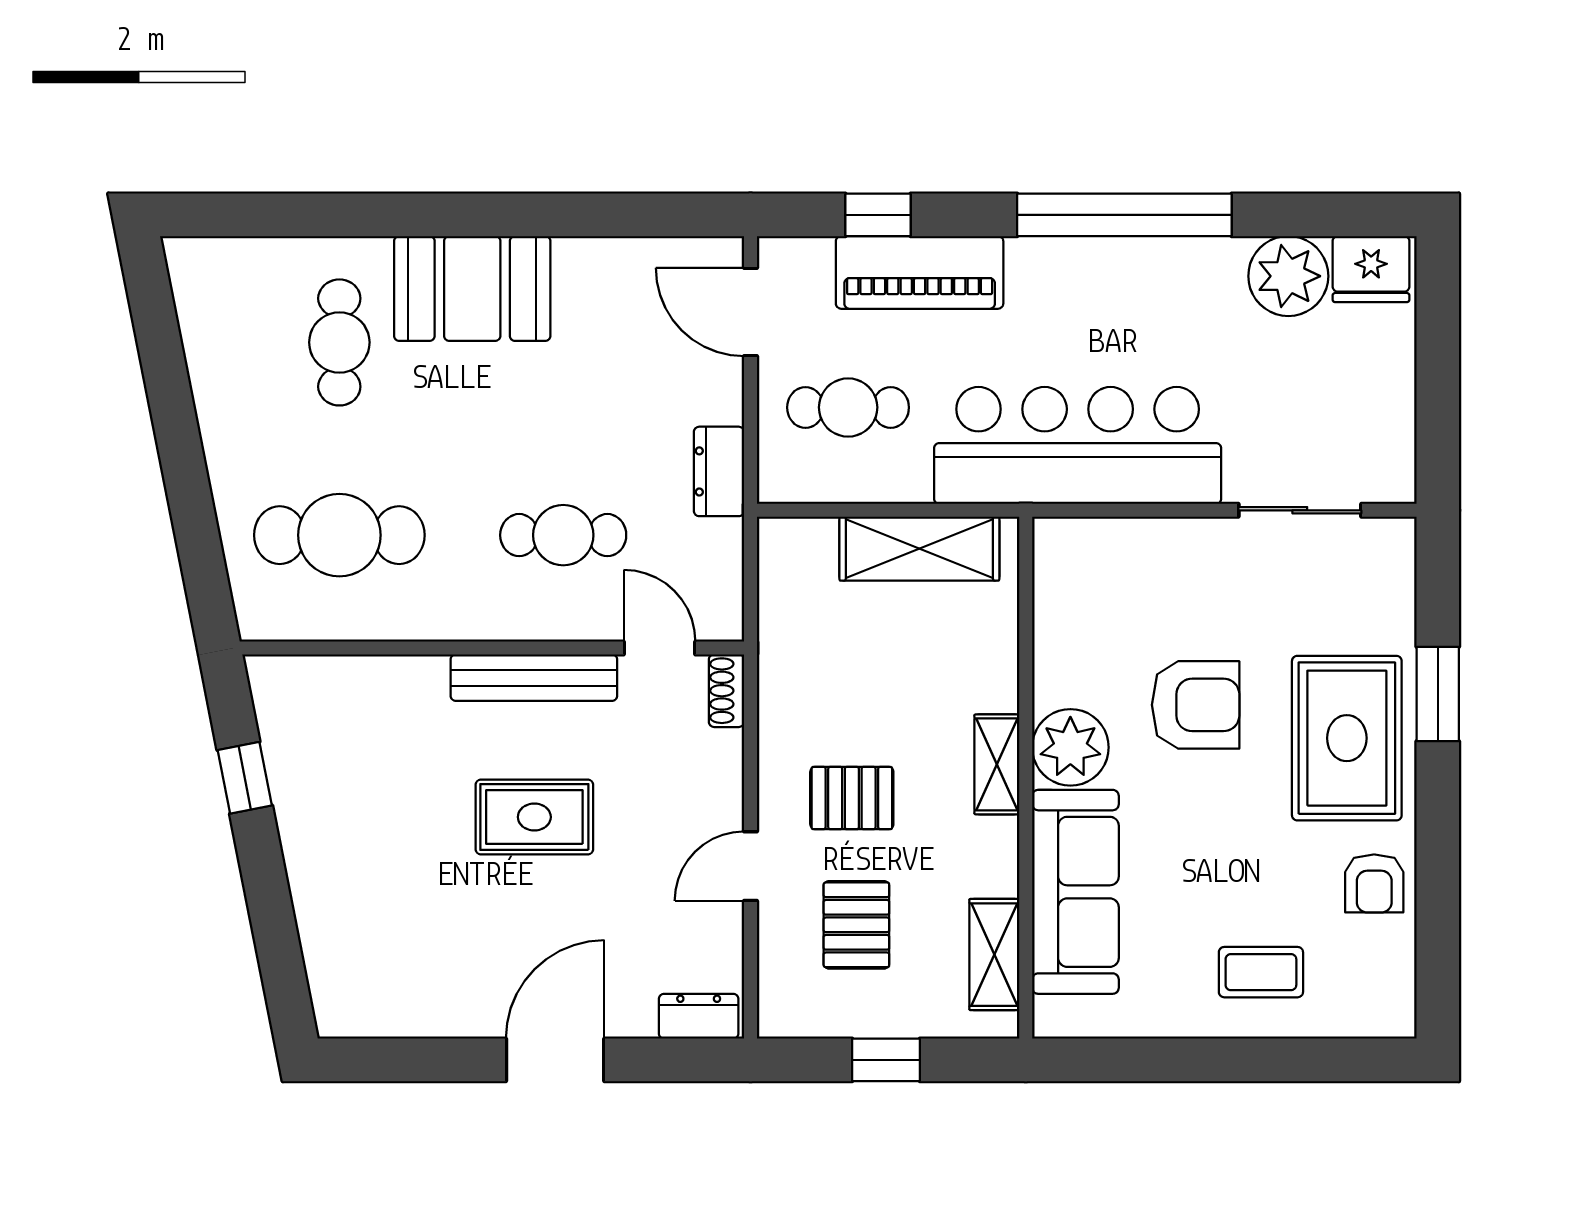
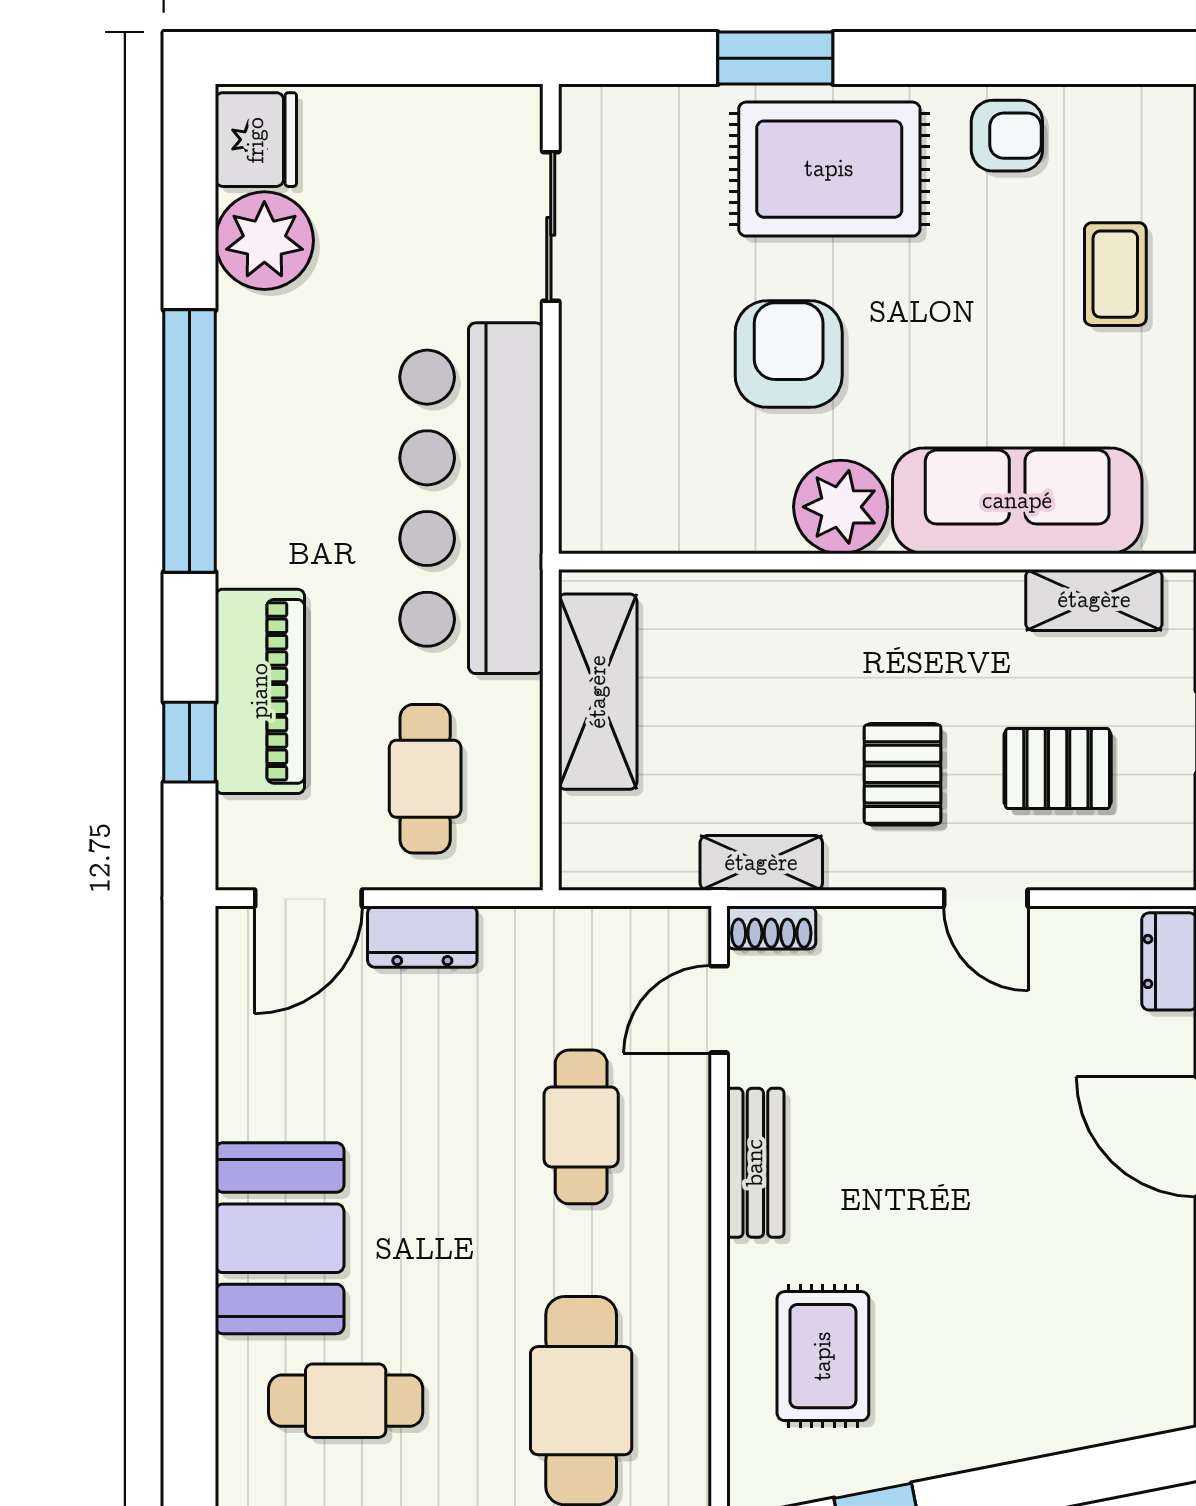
dresser: (719, 471) -> (422, 937), moved
bench: (534, 678) -> (755, 1163), width x0.73
shelving: (997, 764) -> (761, 863), moved
rug: (534, 817) -> (823, 1356), moved

